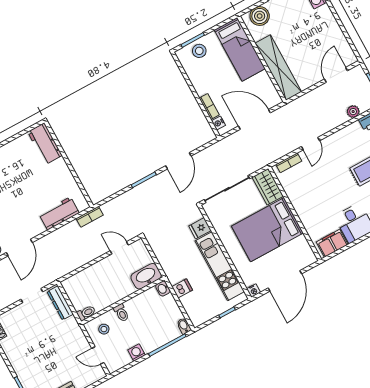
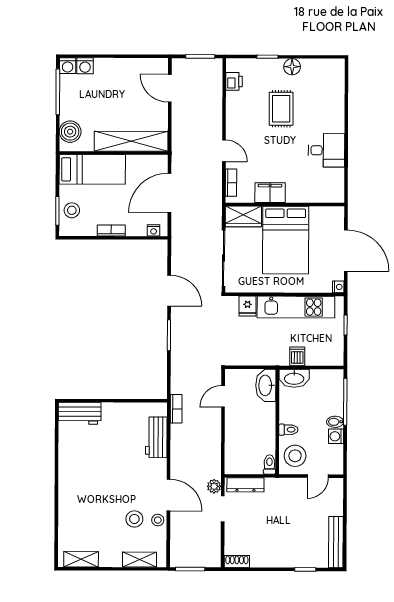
bookcase: (209, 106) -> (111, 231), moved
plant: (353, 112) -> (214, 486), moved
filing cabinet: (332, 243) -> (270, 193), moved, turned 90
washbasin: (163, 289) -> (294, 378), width x1.91, depth x1.45
bidet: (184, 326) -> (335, 422), moved
stool: (104, 329) -> (295, 456), width x1.89, depth x1.89

